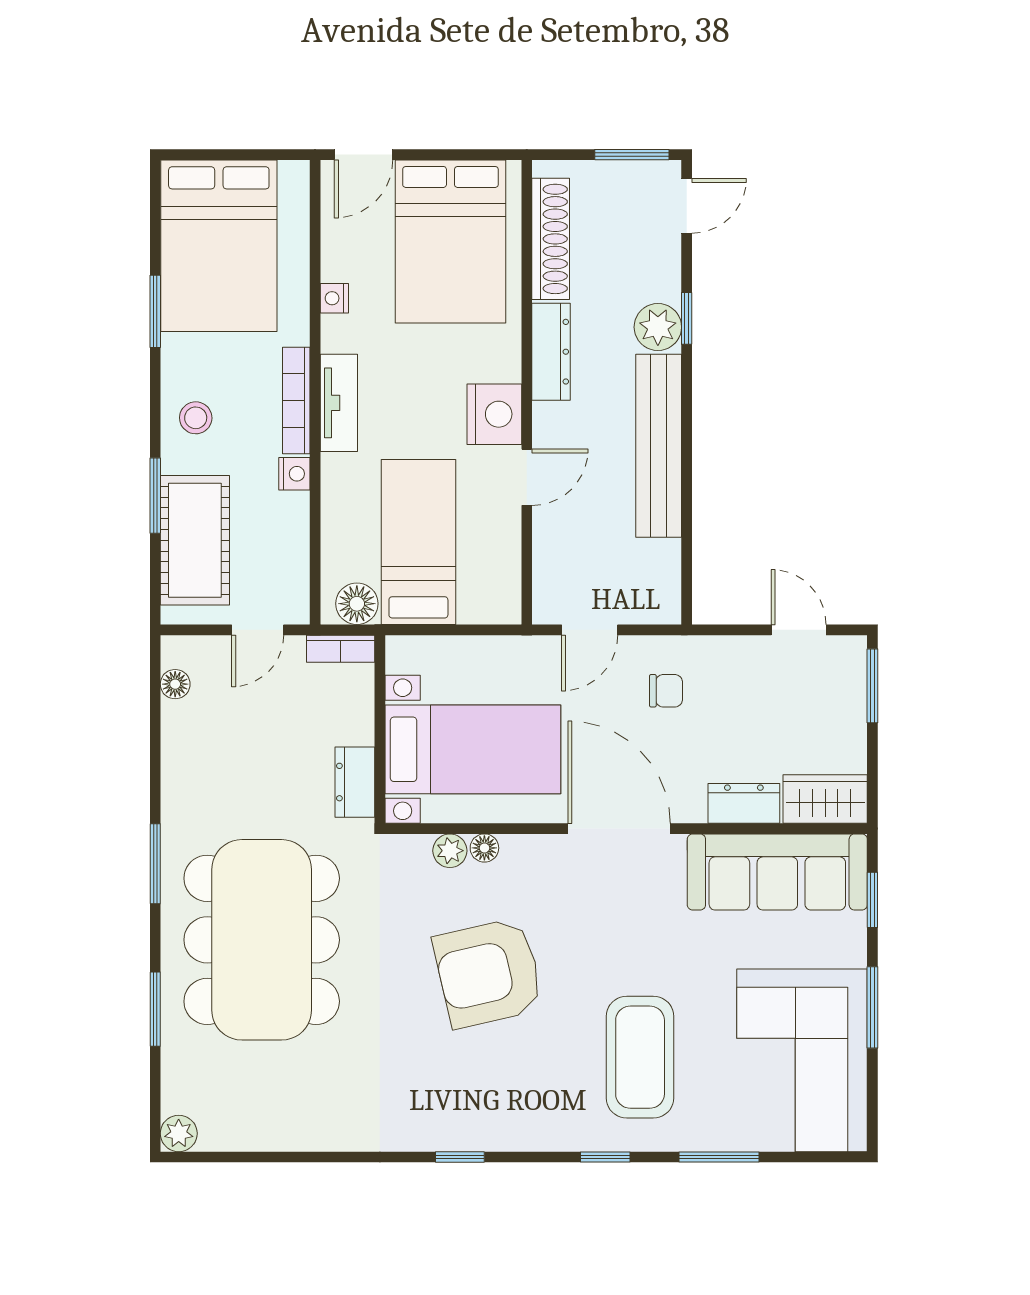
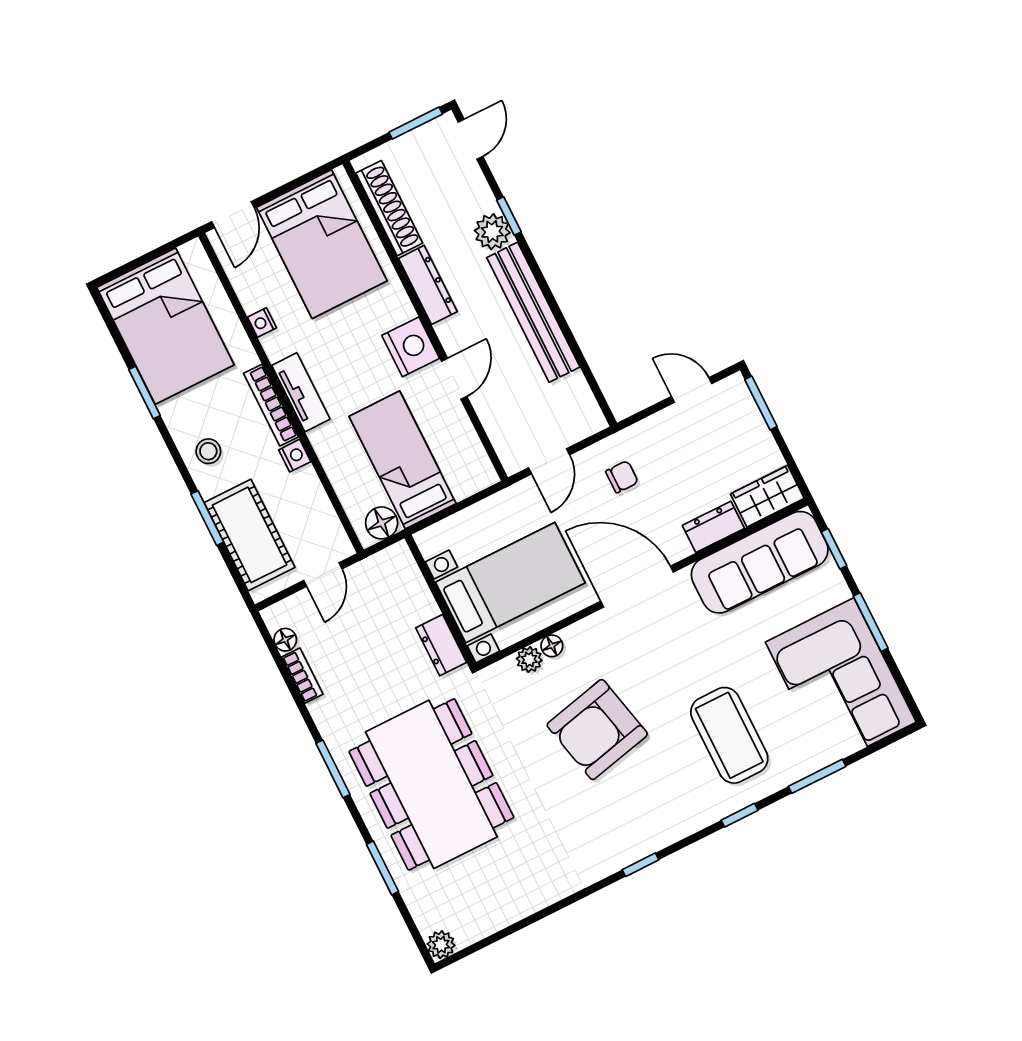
bookcase: (341, 649) -> (302, 676), moved, turned -90

